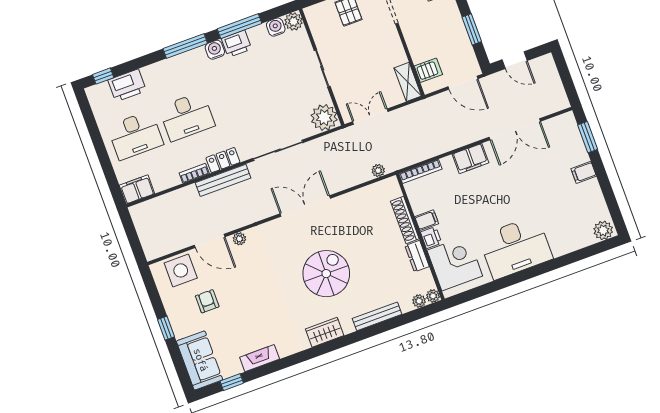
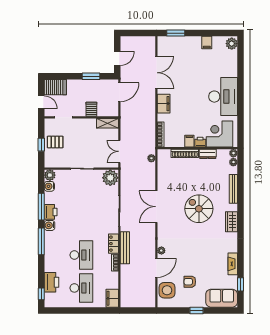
server rack: (428, 70) -> (91, 109), moved
filing cabinet: (584, 172) -> (207, 43), moved

